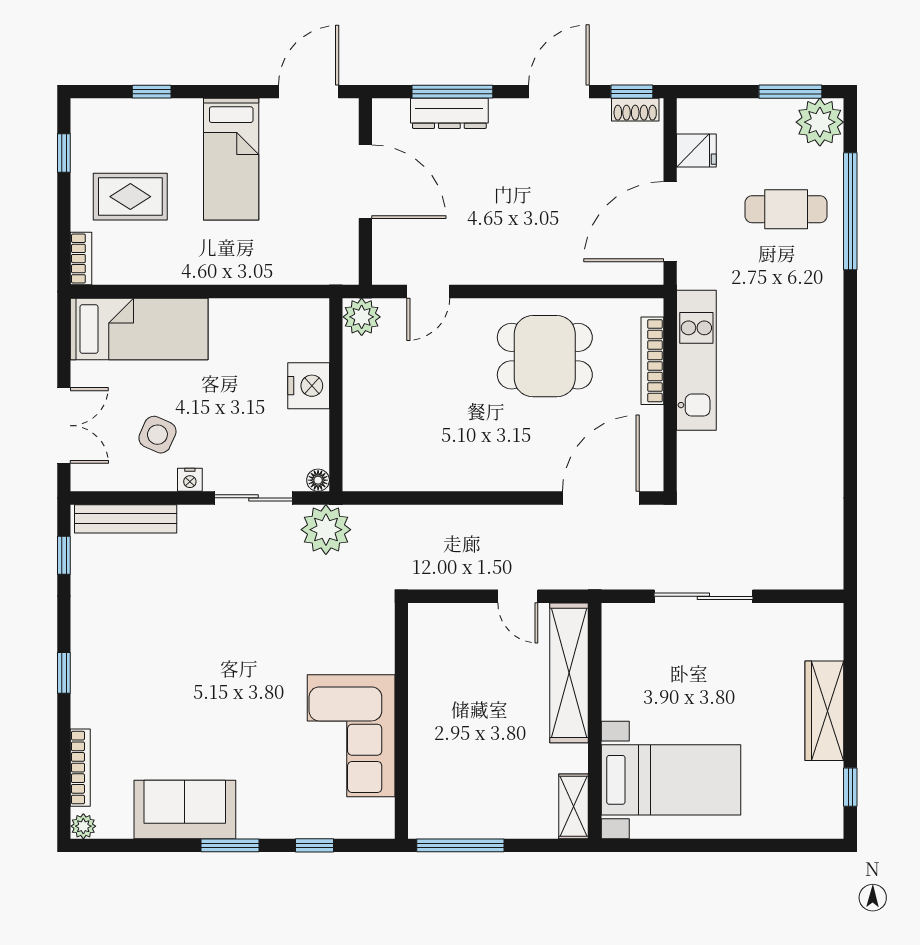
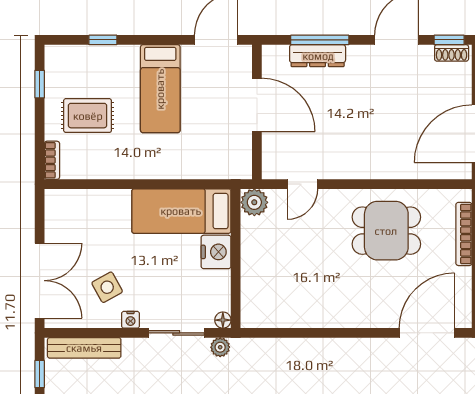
bed: (139, 329) -> (181, 211), moved, turned 180
double door: (64, 426) -> (40, 281), width x1.37
side table: (157, 435) -> (107, 287), turned 37
plant: (326, 530) -> (220, 347), width x0.53, depth x0.53

